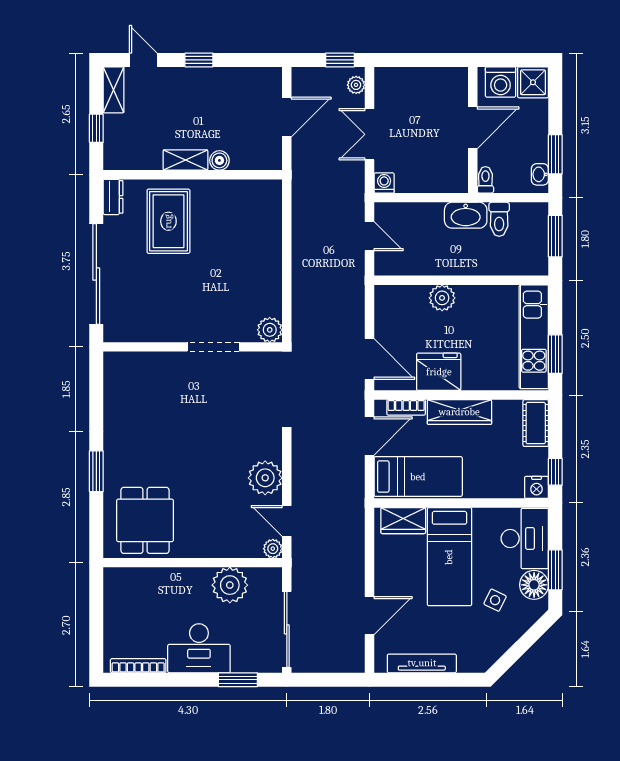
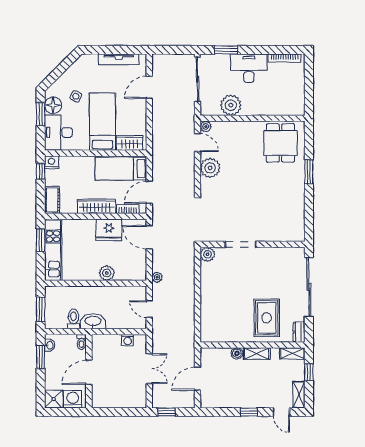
plant: (356, 85) -> (157, 277), moved
shelving: (125, 160) -> (292, 353), added
washing machine: (384, 183) -> (128, 340), moved

